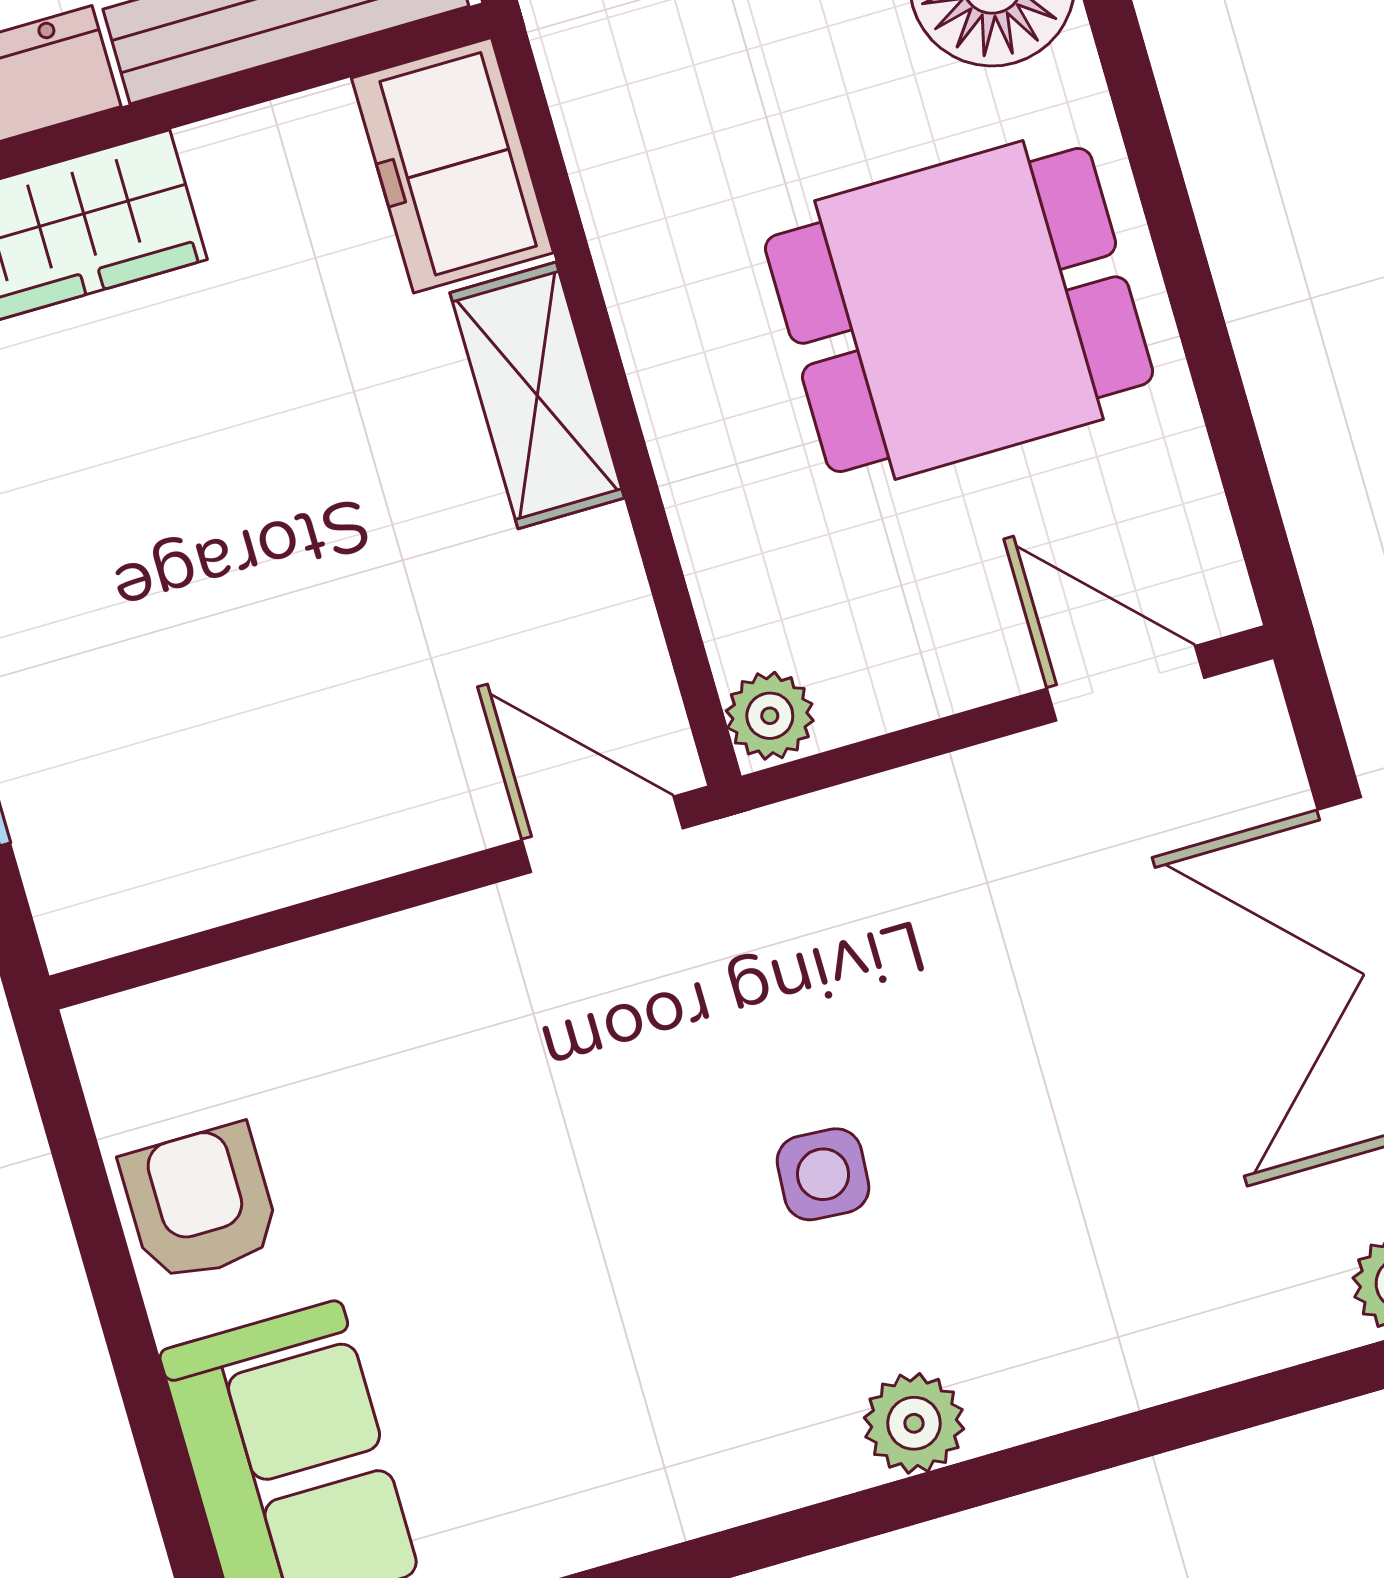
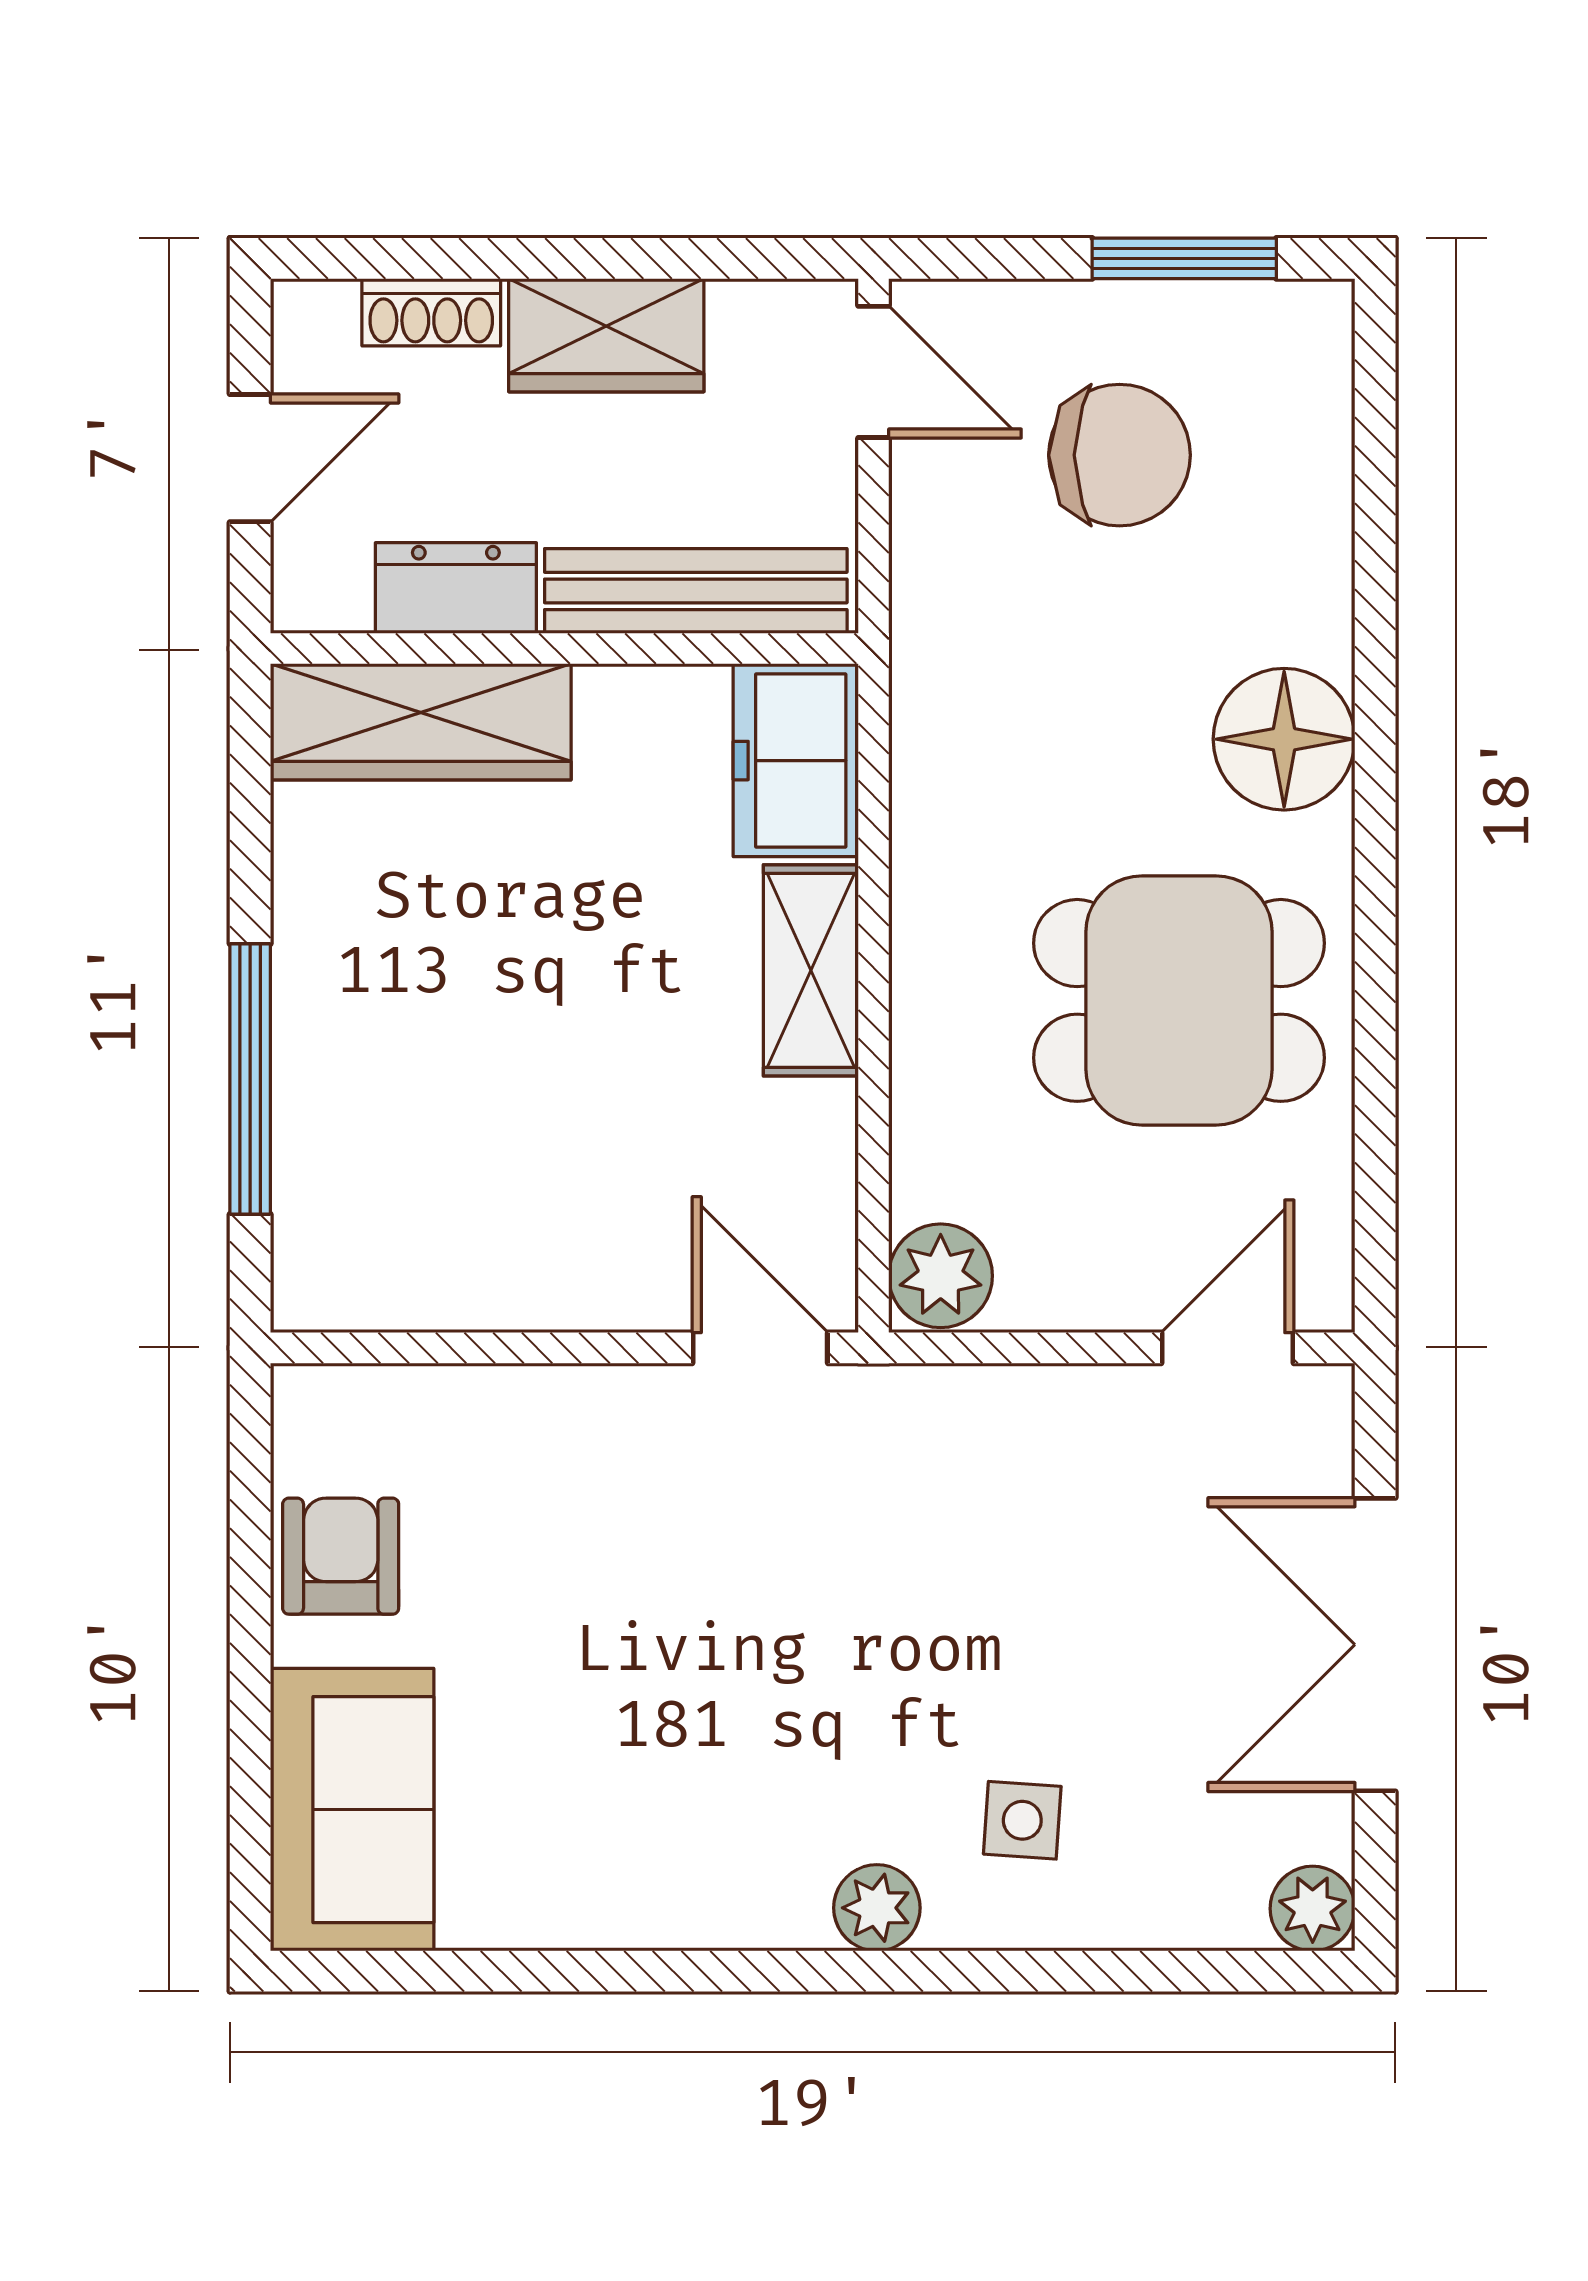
door: (1126, 683) -> (1228, 1348), hinge flipped
plant: (770, 716) -> (941, 1276), width x1.38, depth x1.38
side table: (823, 1174) -> (1022, 1820), moved

